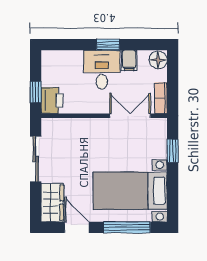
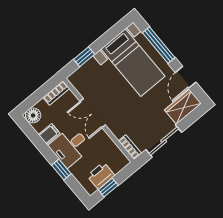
window: (108, 45) -> (61, 169), moved
window: (36, 92) -> (108, 188), moved
printer: (52, 100) -> (101, 176), moved
double door: (130, 116) -> (93, 113), moved
bookcase: (56, 124) -> (130, 147), added

